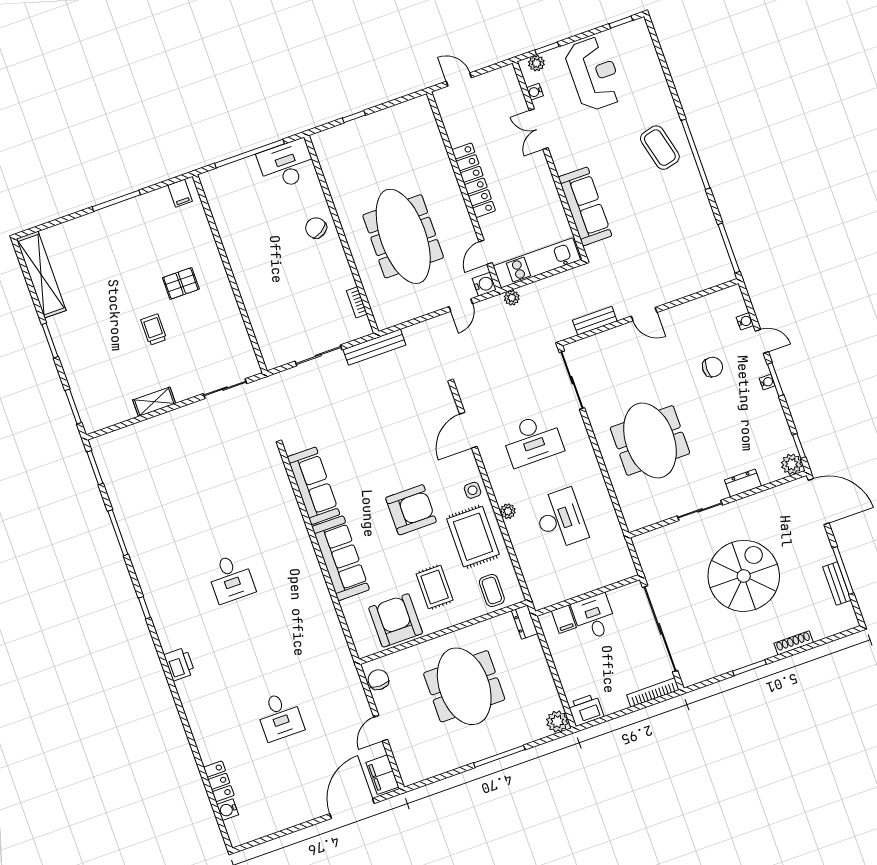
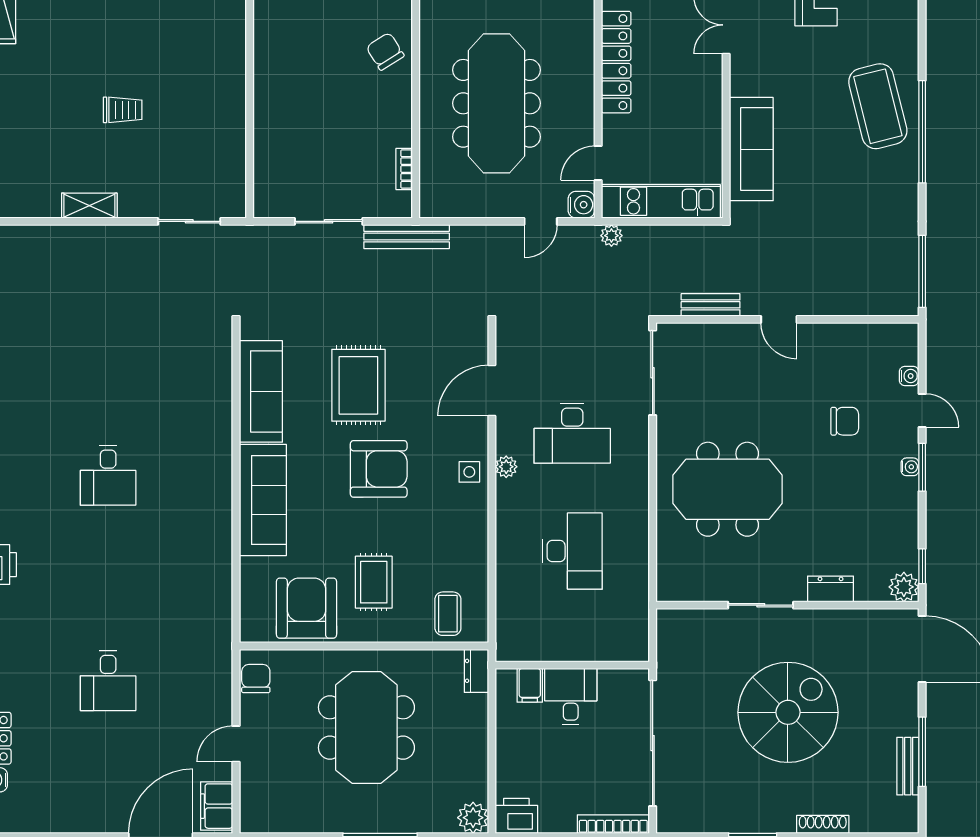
coffee table: (660, 148) -> (878, 106), width x1.36, depth x1.32
pallet: (181, 283) -> (180, 61), removed
trolley: (154, 330) -> (123, 110), turned 90
meeting table: (650, 440) -> (728, 489), turned 90
plant: (508, 511) -> (506, 467), moved
rug: (473, 537) -> (358, 385), moved

